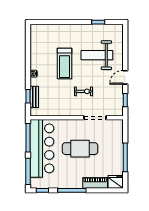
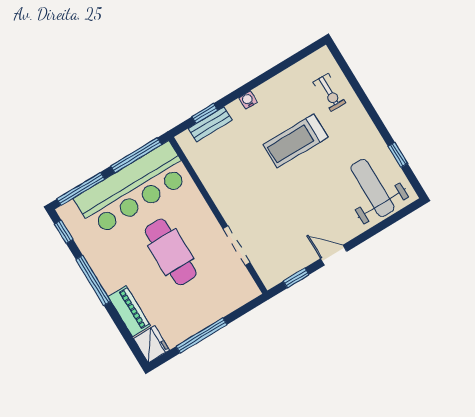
weight bench: (97, 55) -> (372, 188), moved
exercise bike: (84, 91) -> (330, 92), moved

